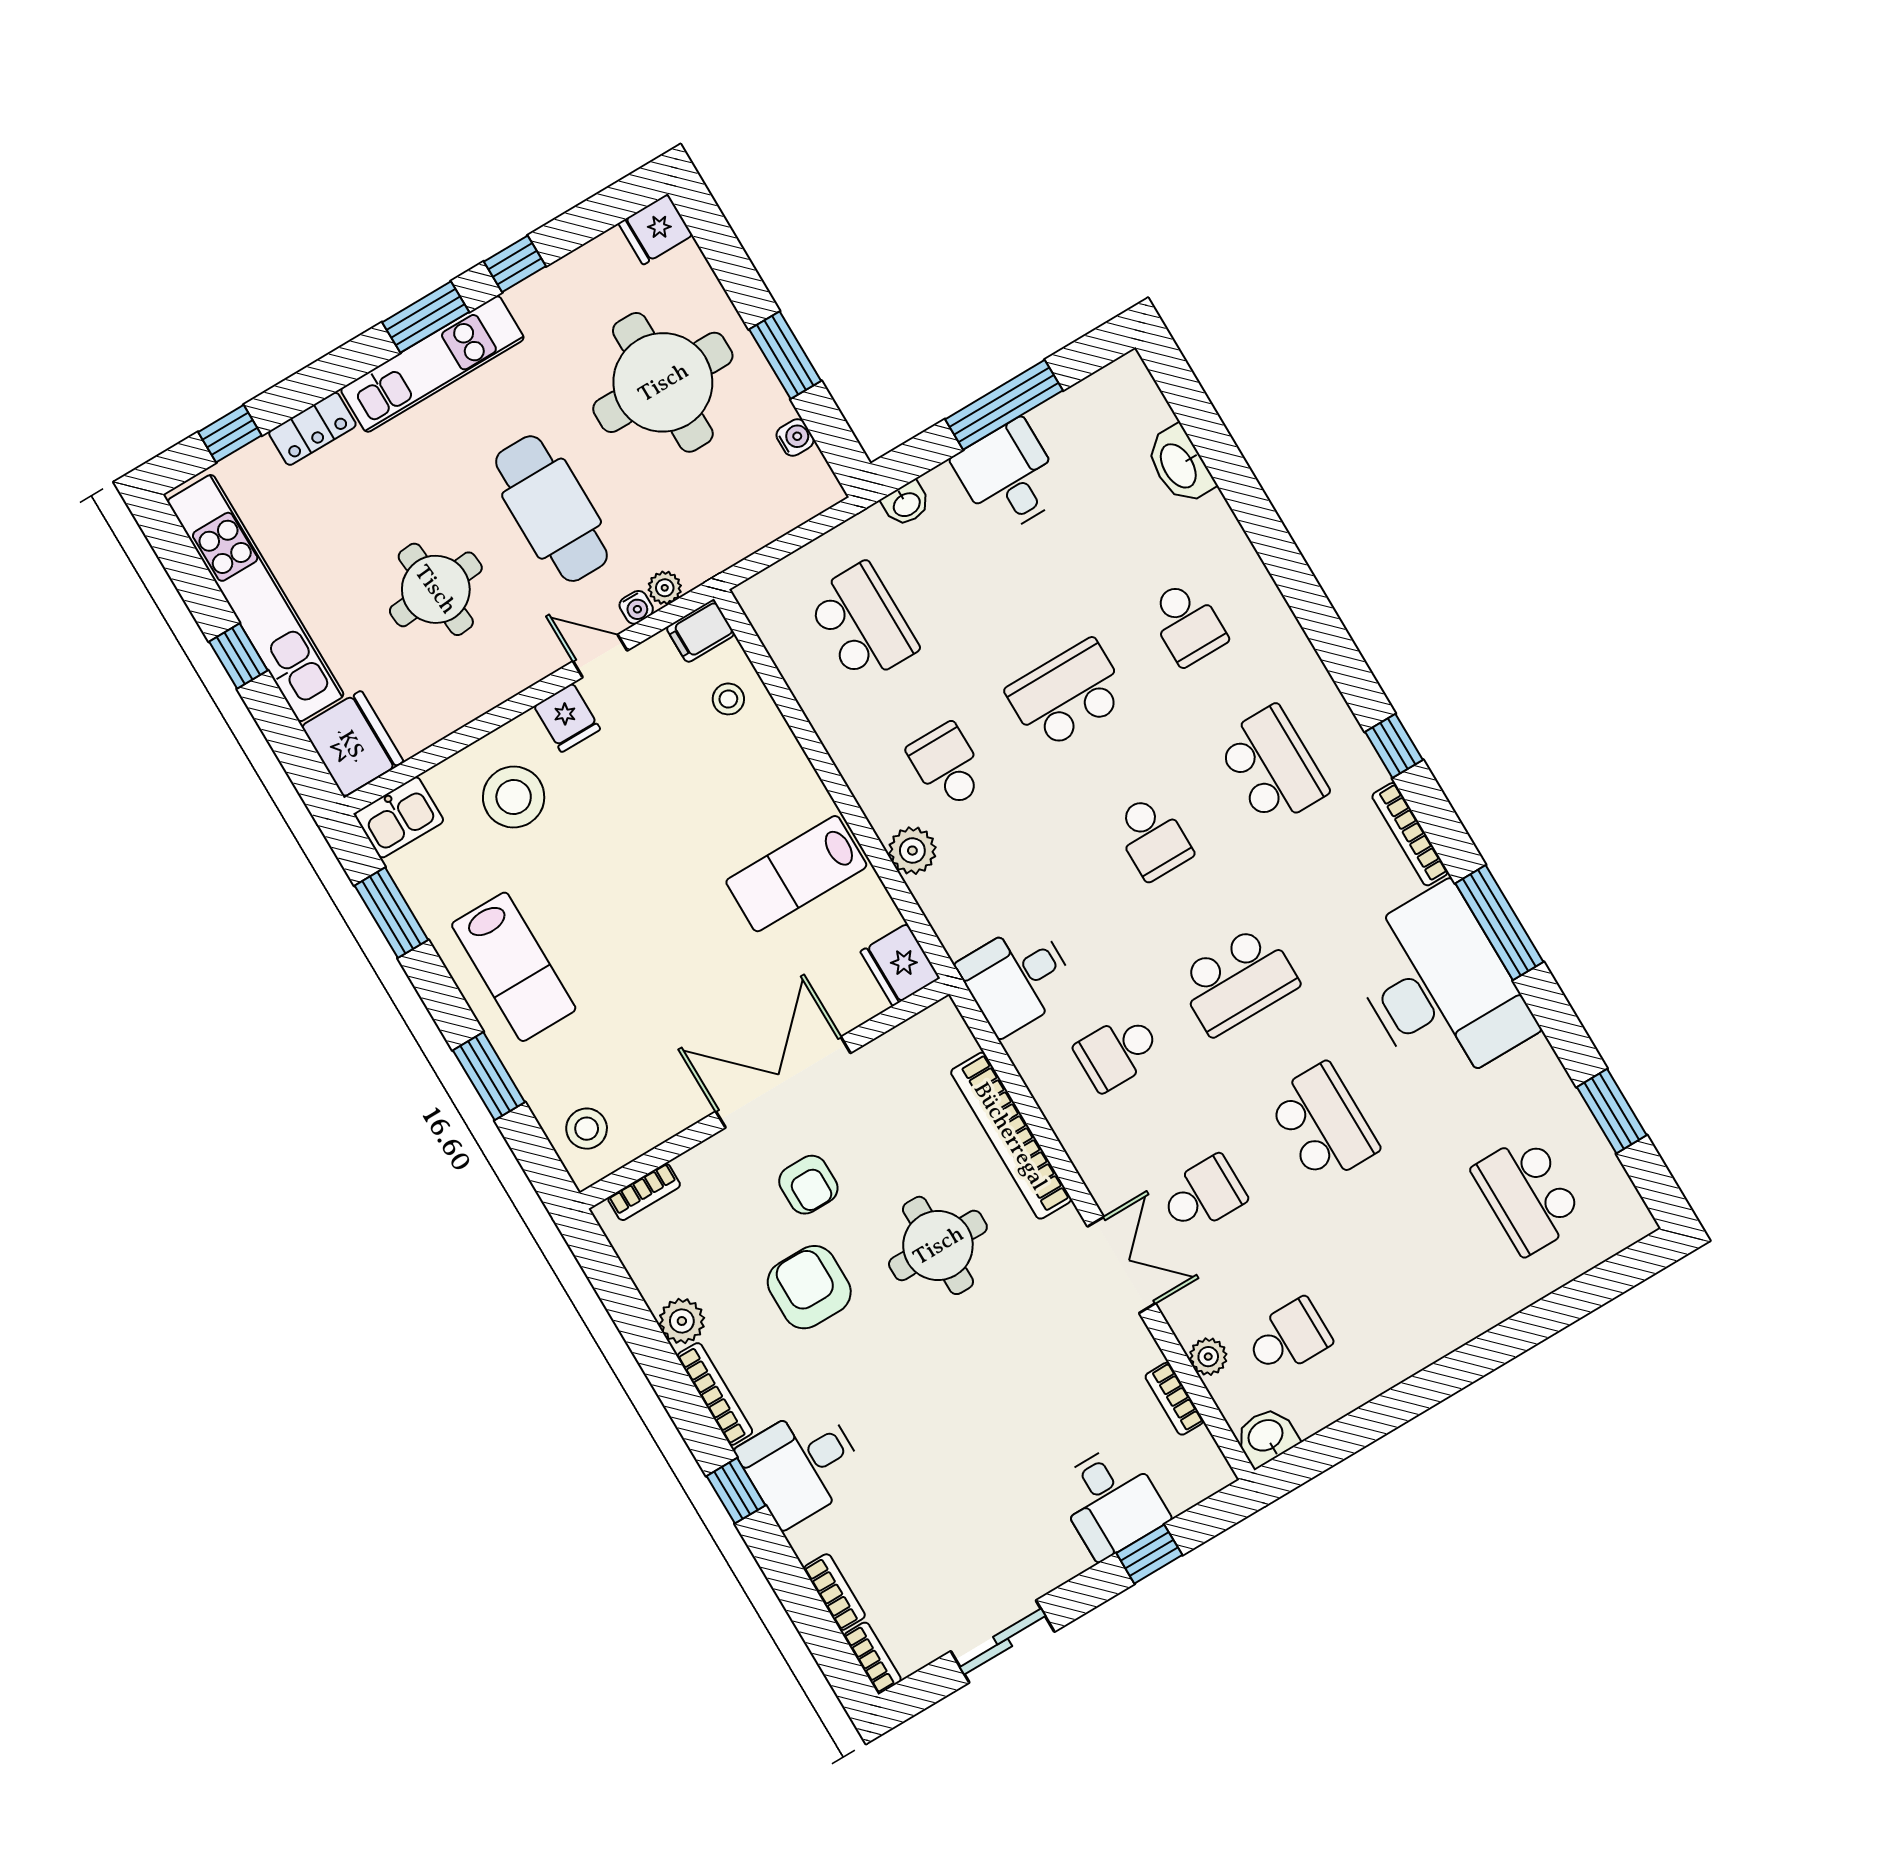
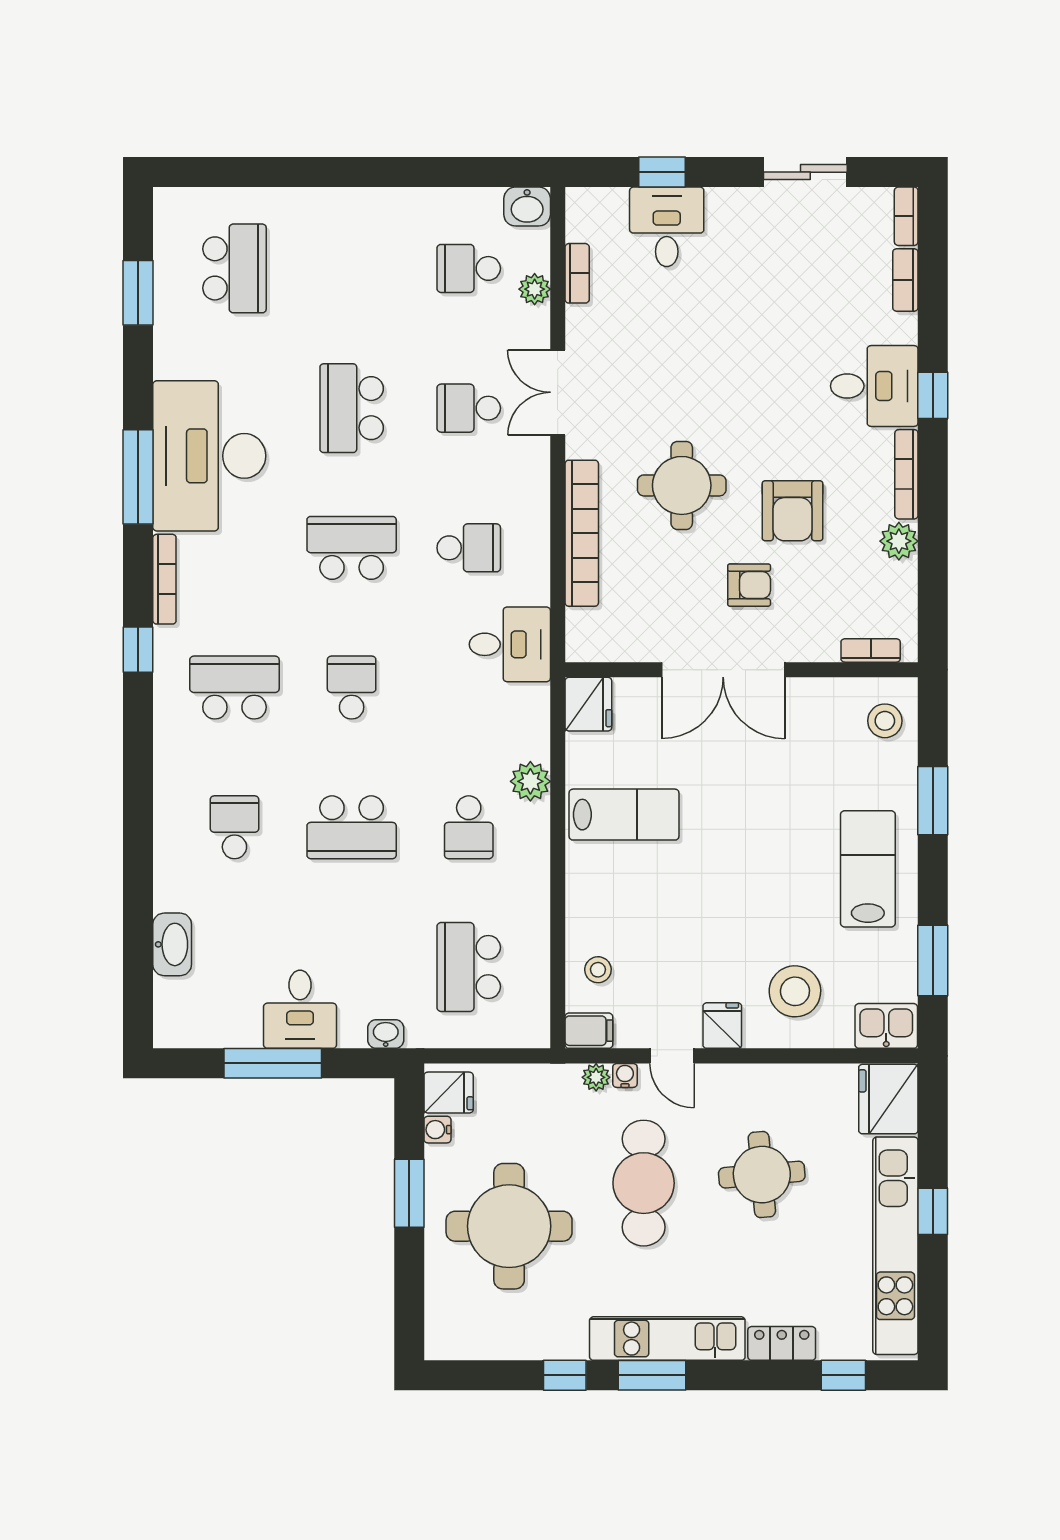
fridge: (655, 229) -> (449, 1093), moved
school desk: (1272, 766) -> (234, 688), turned 90
armchair: (808, 1185) -> (749, 585), turned 90

